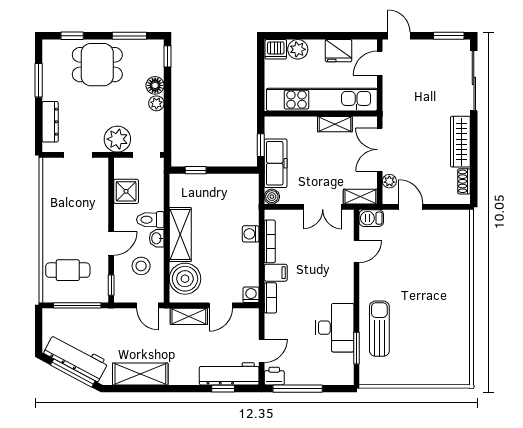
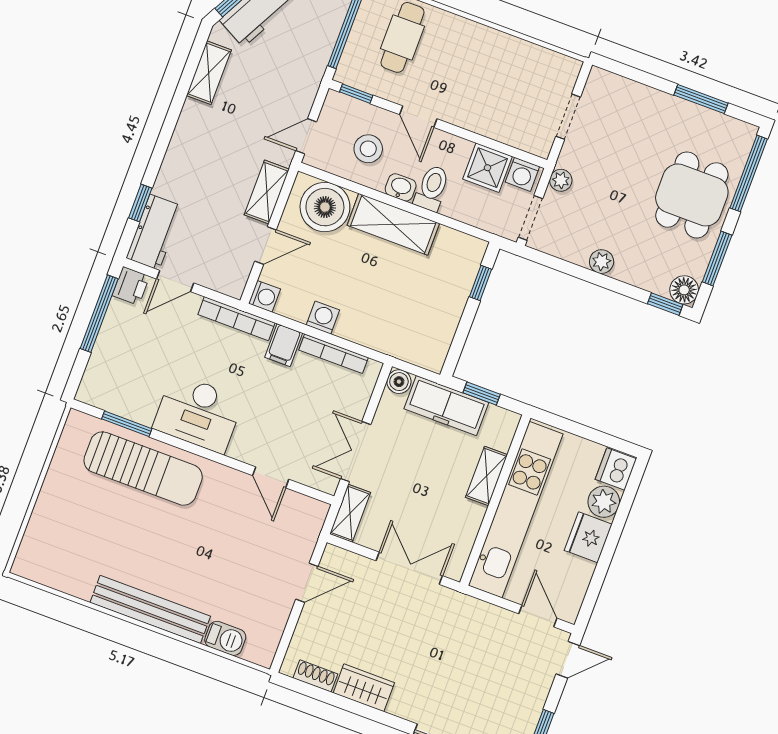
window: (72, 36) -> (749, 173), width x2.17
fridge: (339, 51) -> (588, 537), moved
floor lamp: (155, 85) -> (684, 290), moved
dresser: (50, 122) -> (633, 93), removed
shelving: (335, 124) -> (487, 476), moved
plant: (117, 139) -> (561, 180), width x0.53, depth x0.53
wardrobe: (460, 142) -> (364, 688), width x0.67
washing machine: (122, 169) -> (522, 174), added
plant: (389, 181) -> (357, 565), removed
barbecue: (371, 218) -> (225, 638), moved, turned 90
washing machine: (251, 234) -> (323, 318), moved
bench: (461, 293) -> (150, 609), added
bookcase: (270, 298) -> (236, 319), width x1.56
door: (221, 305) -> (265, 246), swing flipped
desk: (335, 328) -> (198, 413), moved
sun lounger: (379, 329) -> (143, 469), width x1.36, depth x1.34
door: (262, 351) -> (175, 281), hinge flipped
shelving: (140, 374) -> (209, 73), width x0.67, depth x0.75
workbench: (229, 374) -> (154, 232), width x0.73

